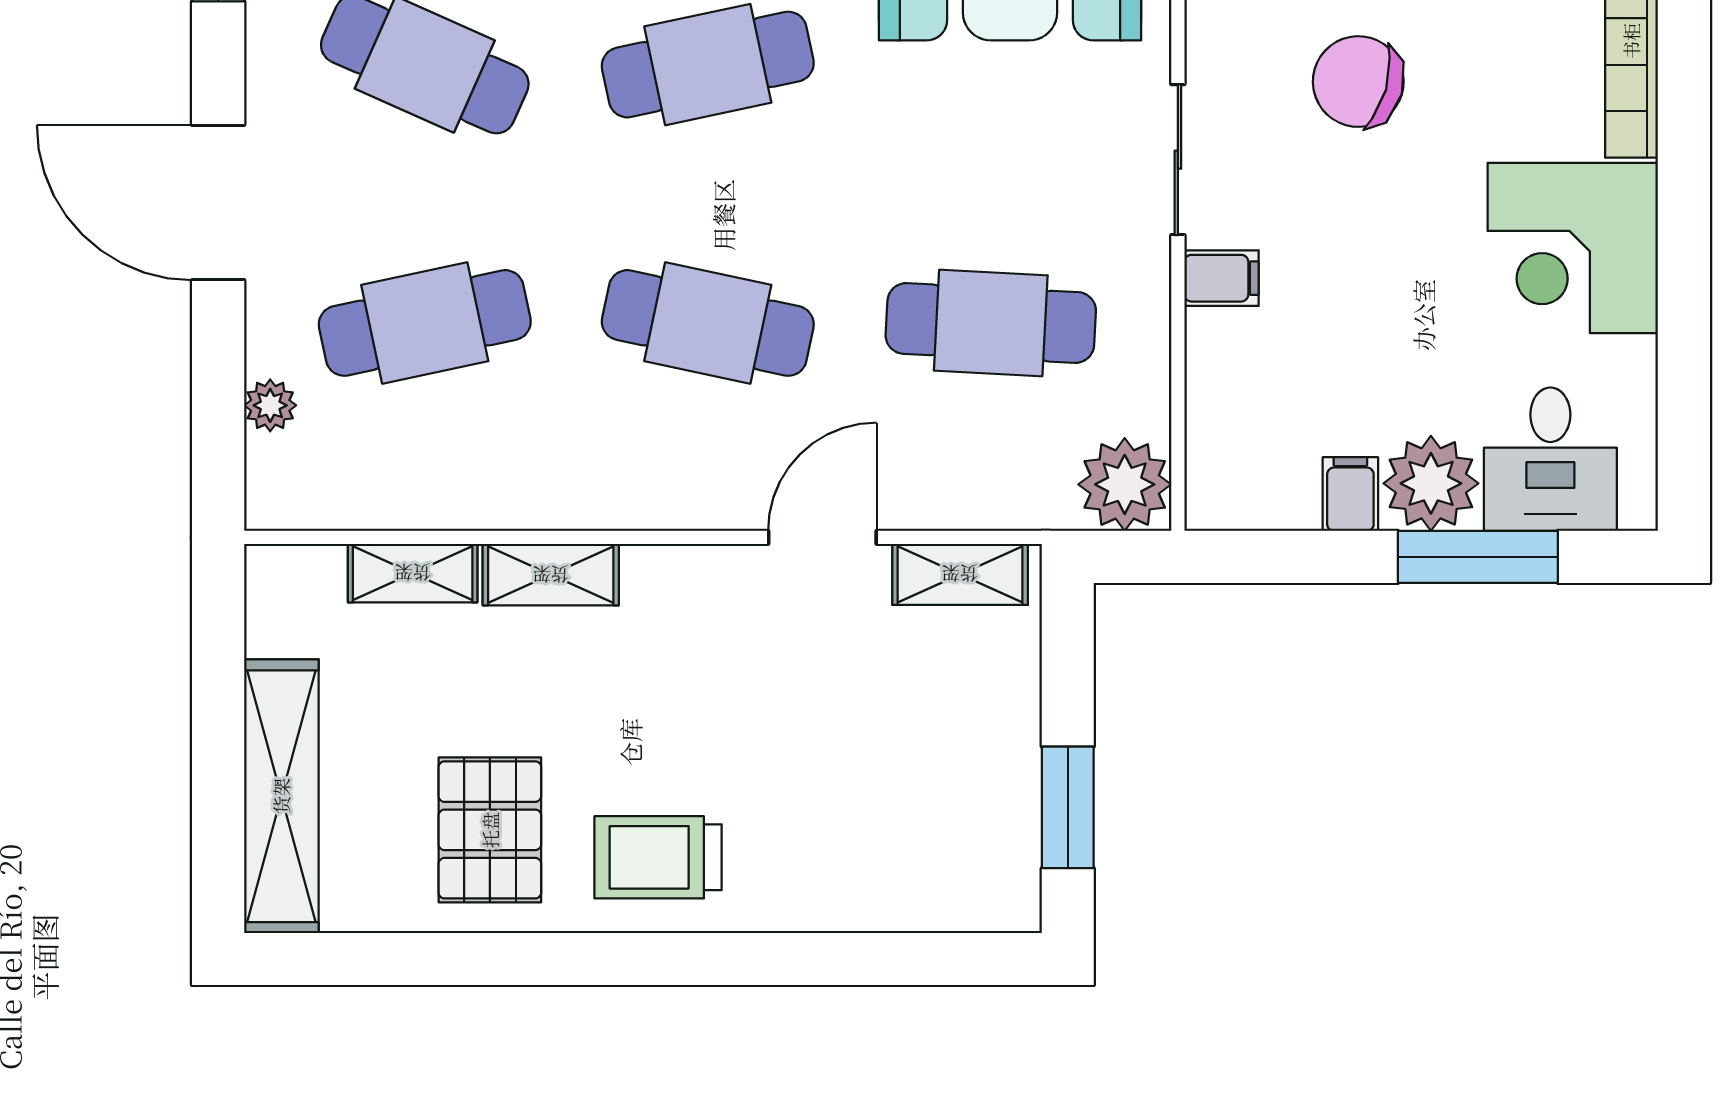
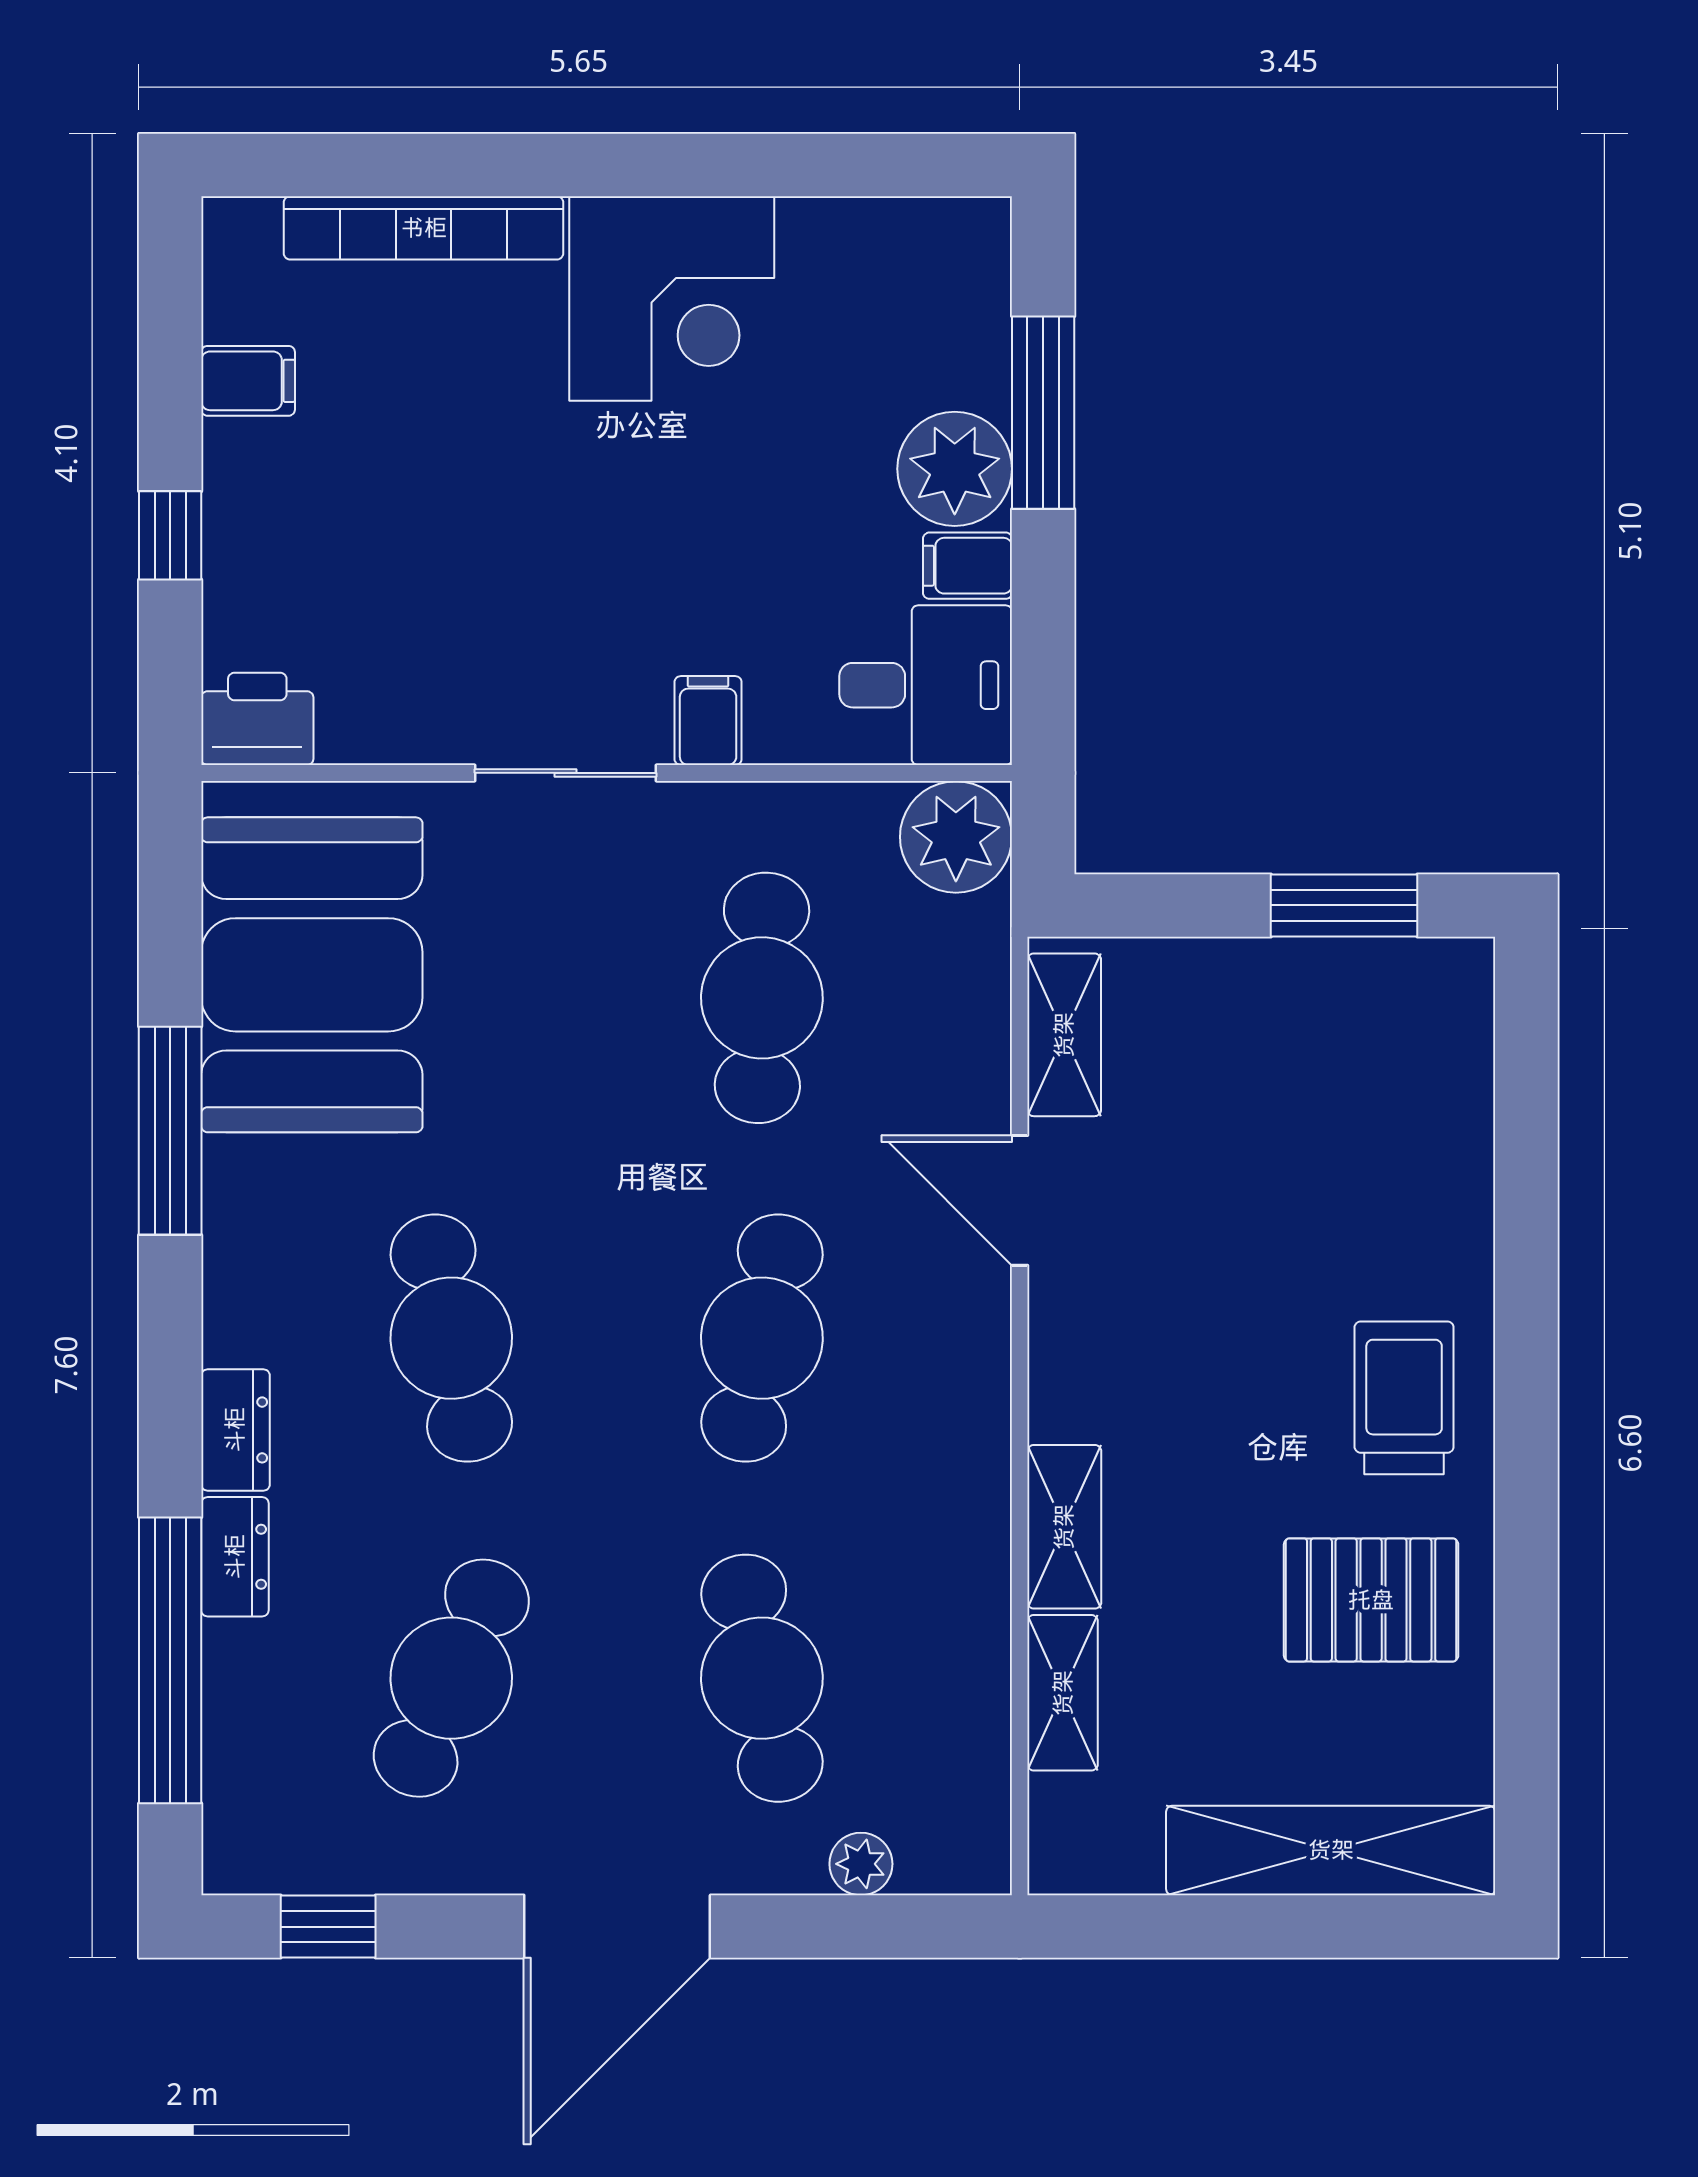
chair: (1358, 82) -> (472, 556), removed
desk: (1550, 459) -> (926, 685), moved
trolley: (658, 857) -> (1404, 1398), turned 180

